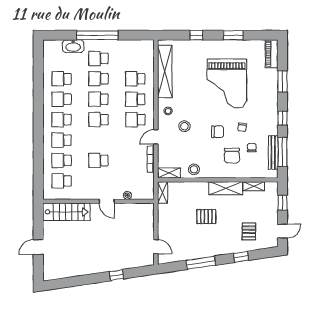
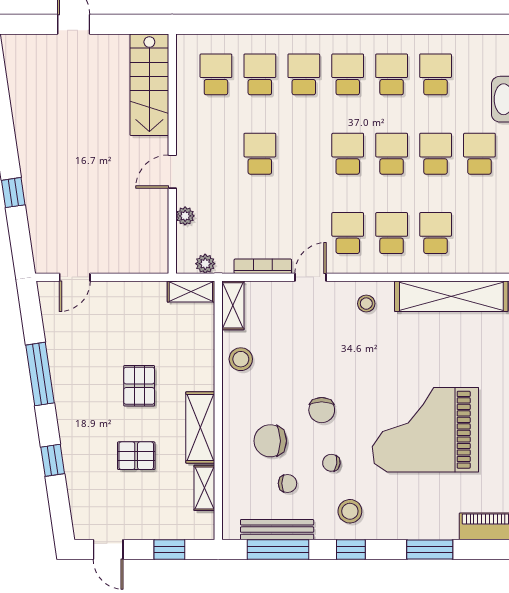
stool: (184, 126) -> (350, 511), moved
door: (156, 137) -> (311, 277), hinge flipped
plant: (150, 186) -> (205, 264), added
pallet: (249, 231) -> (136, 456), moved

